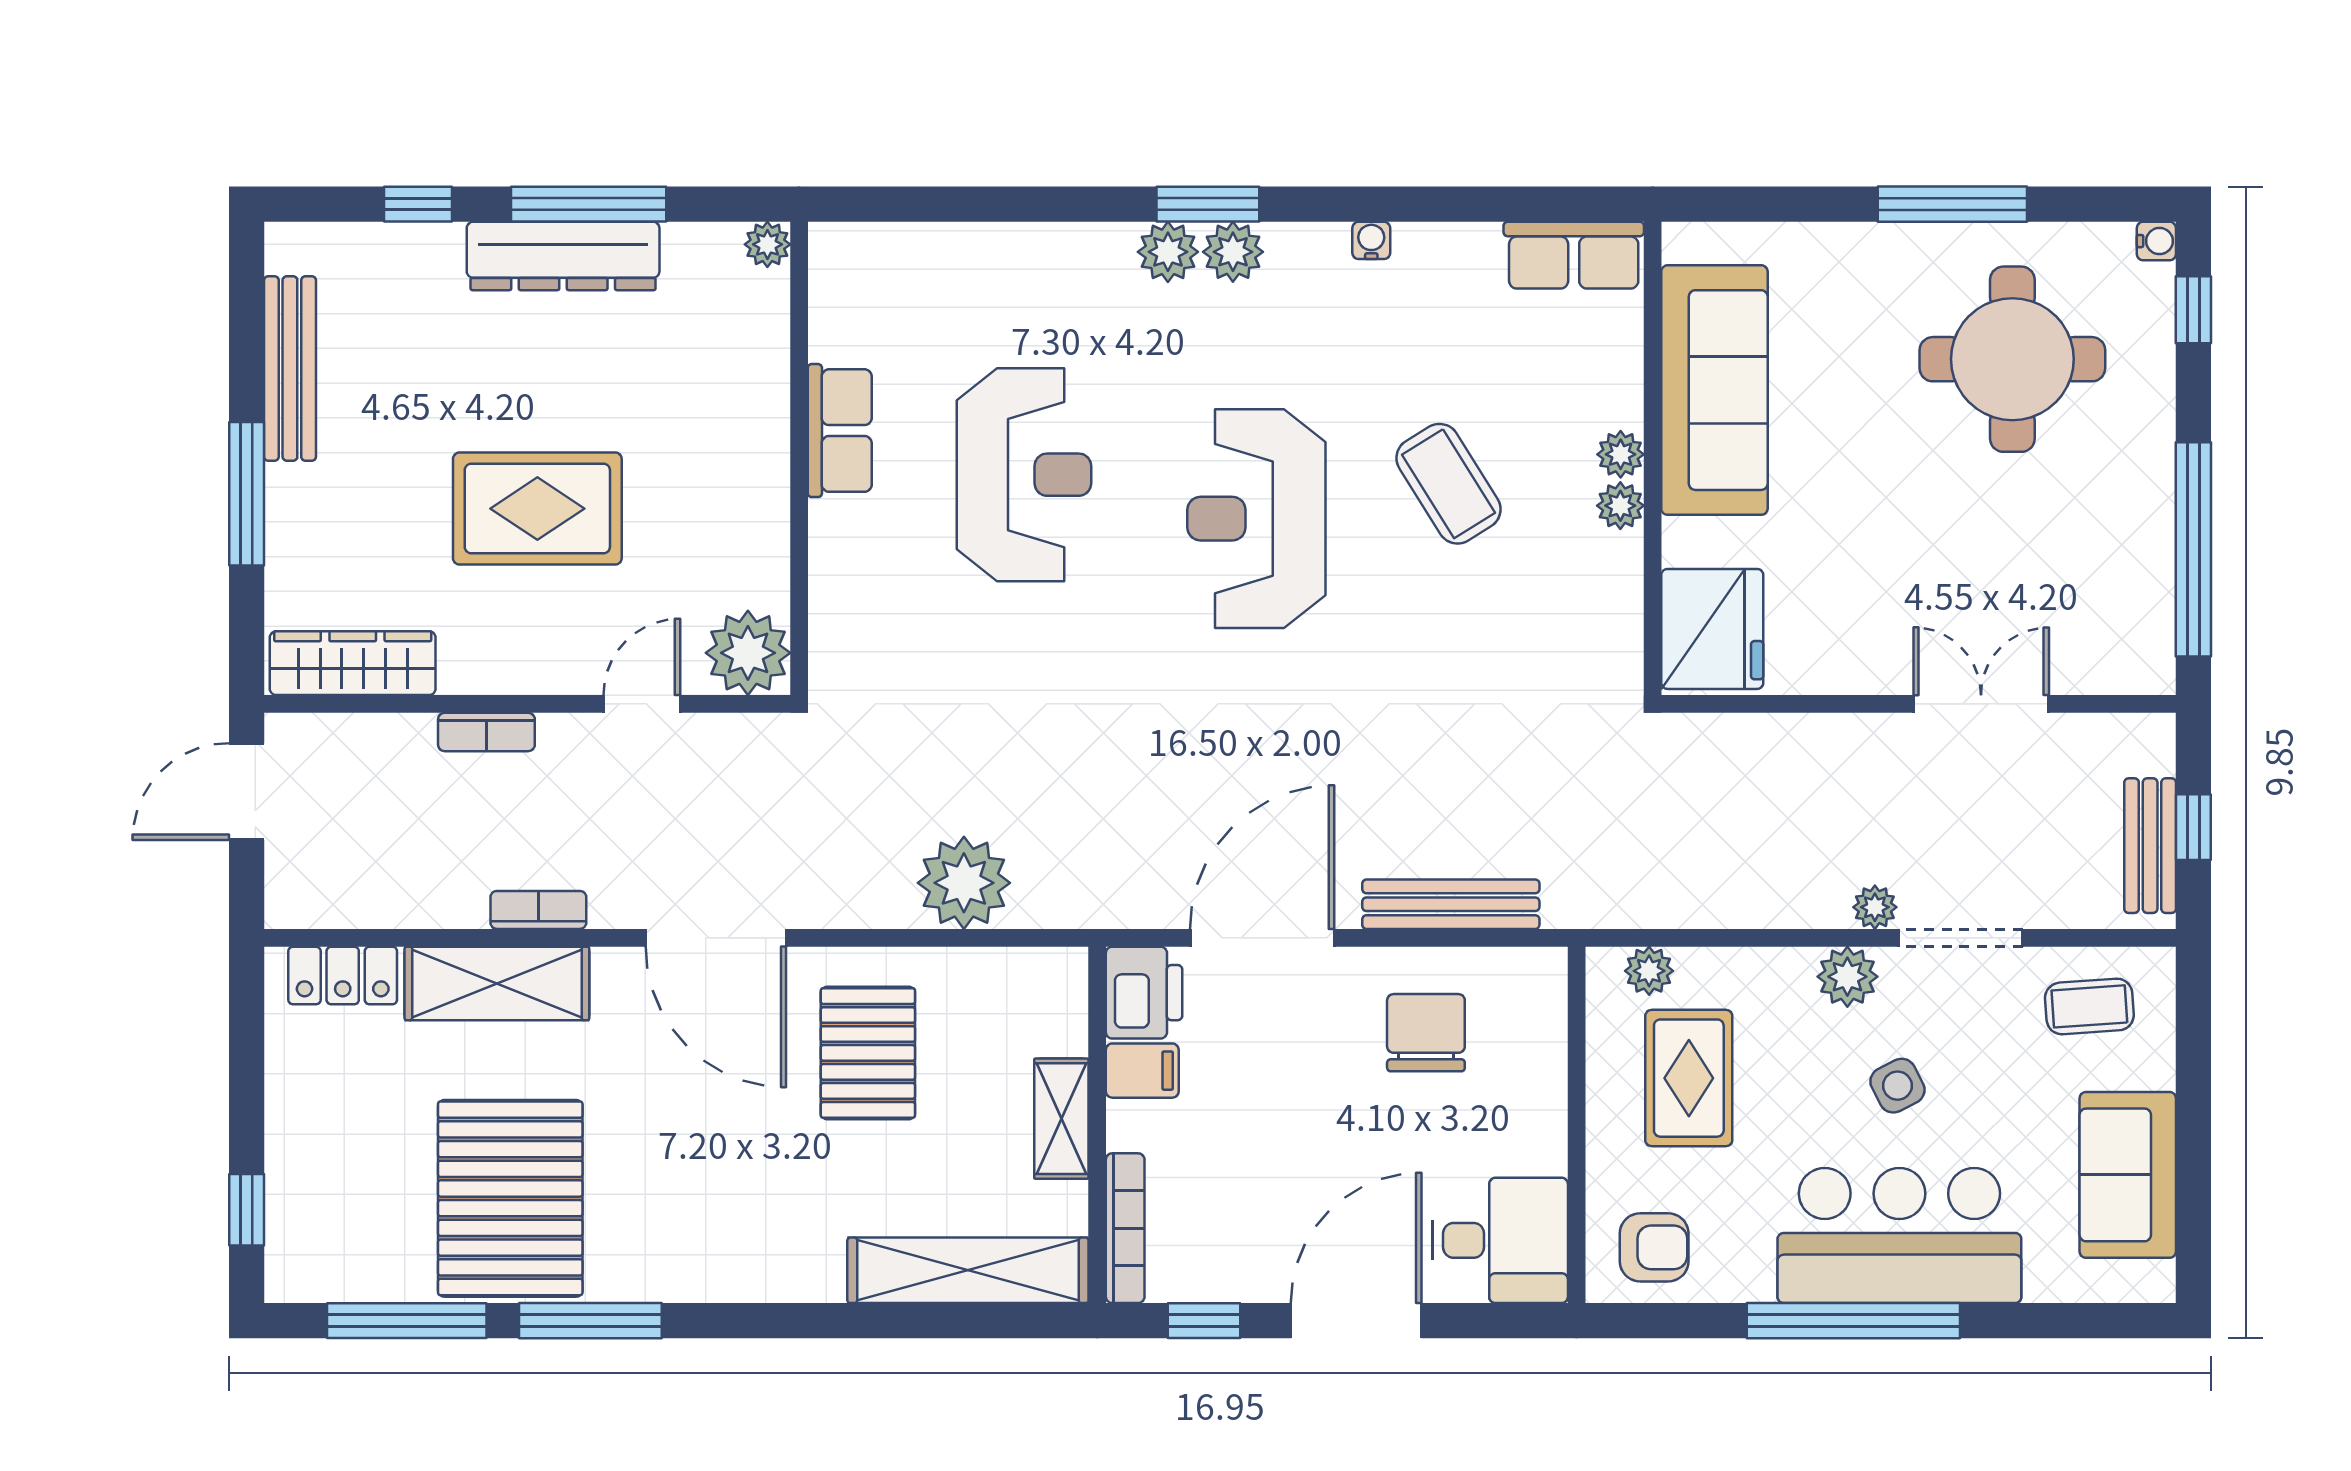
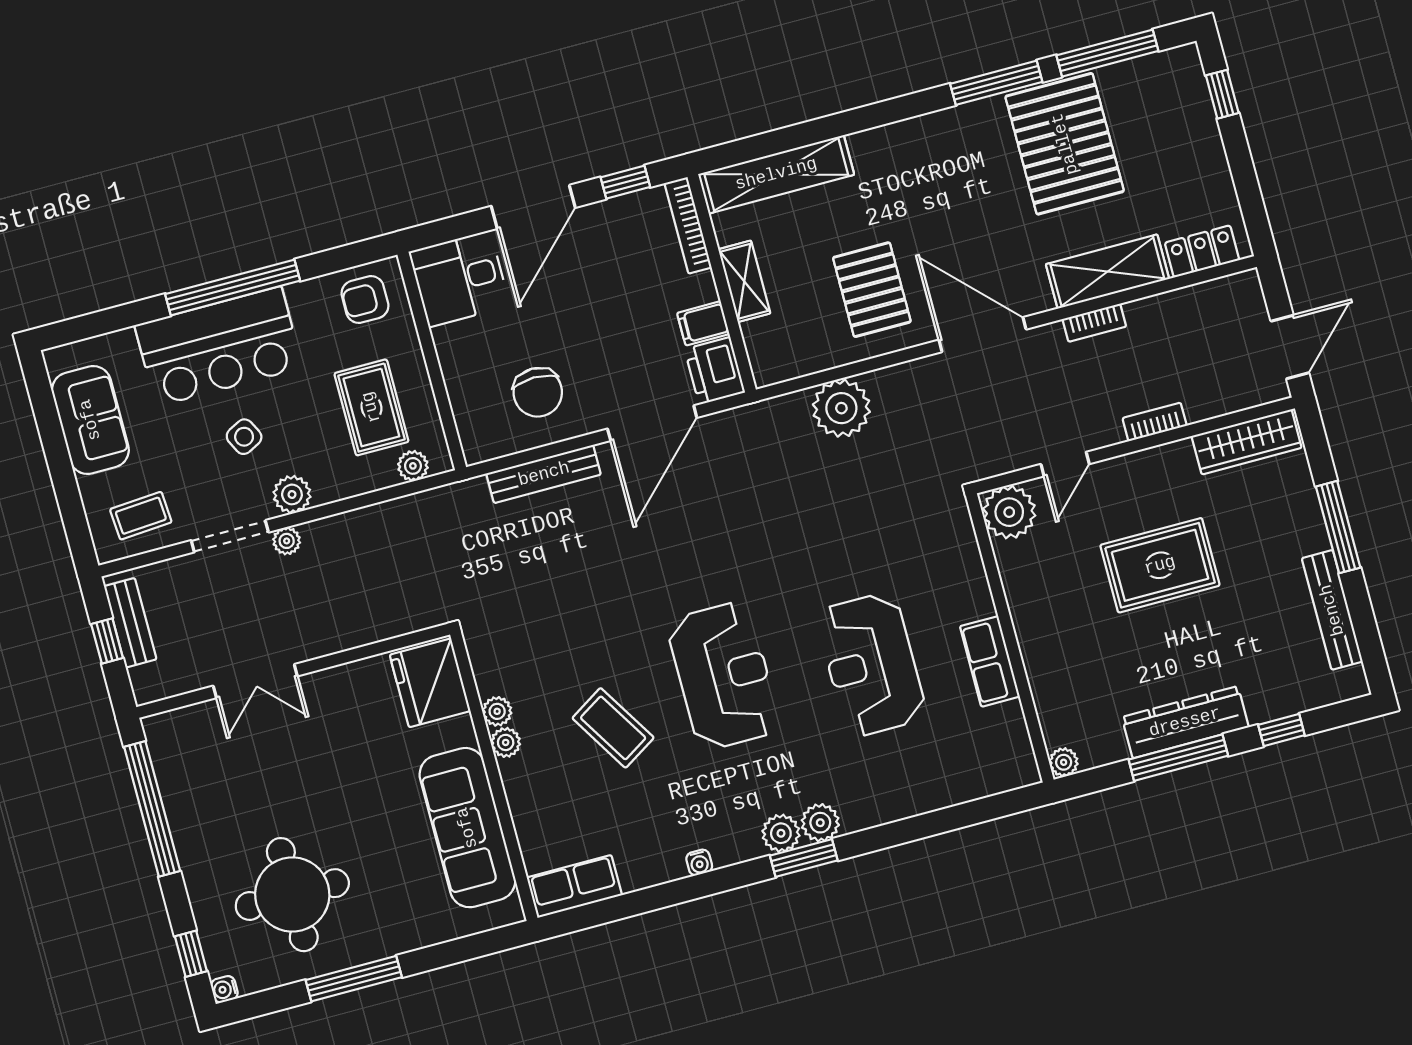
plant: (1621, 454) -> (497, 711), moved

